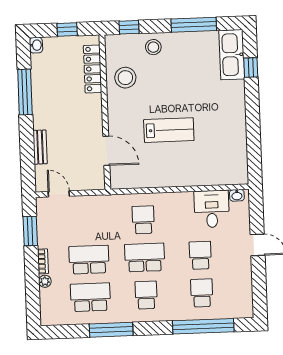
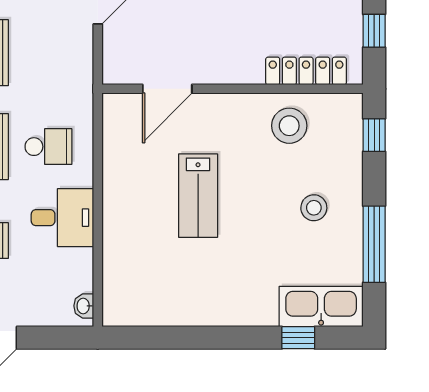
stool: (153, 47) -> (314, 208), moved
desk: (212, 209) -> (62, 218), moved

